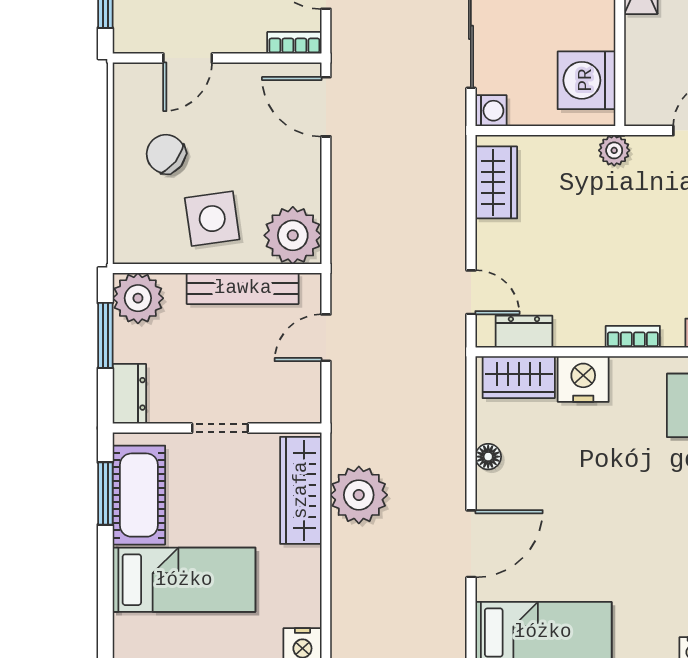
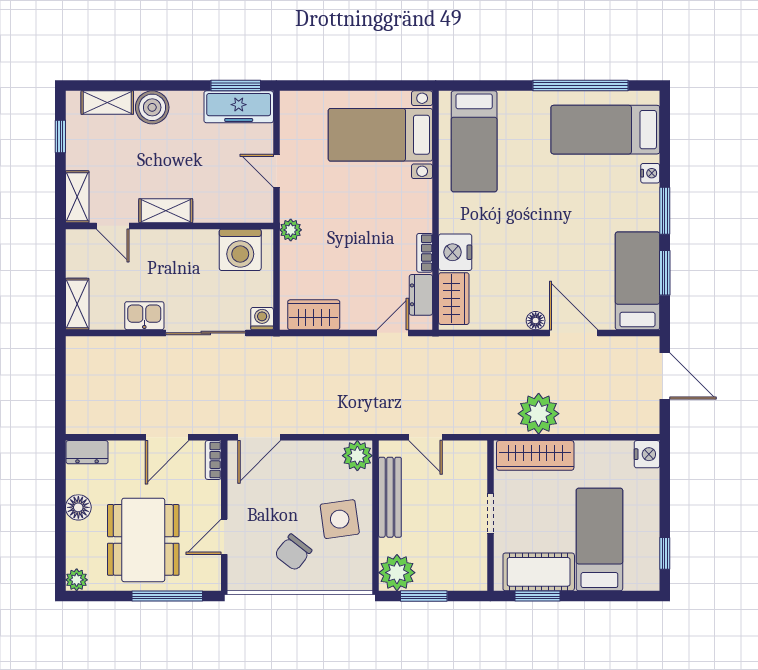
door: (188, 58) -> (224, 537), swing flipped
plant: (293, 235) -> (357, 456), width x0.73, depth x0.73
bookcase: (633, 337) -> (425, 253), moved
dresser: (129, 394) -> (466, 579), removed
floor lamp: (488, 457) -> (536, 321), moved

